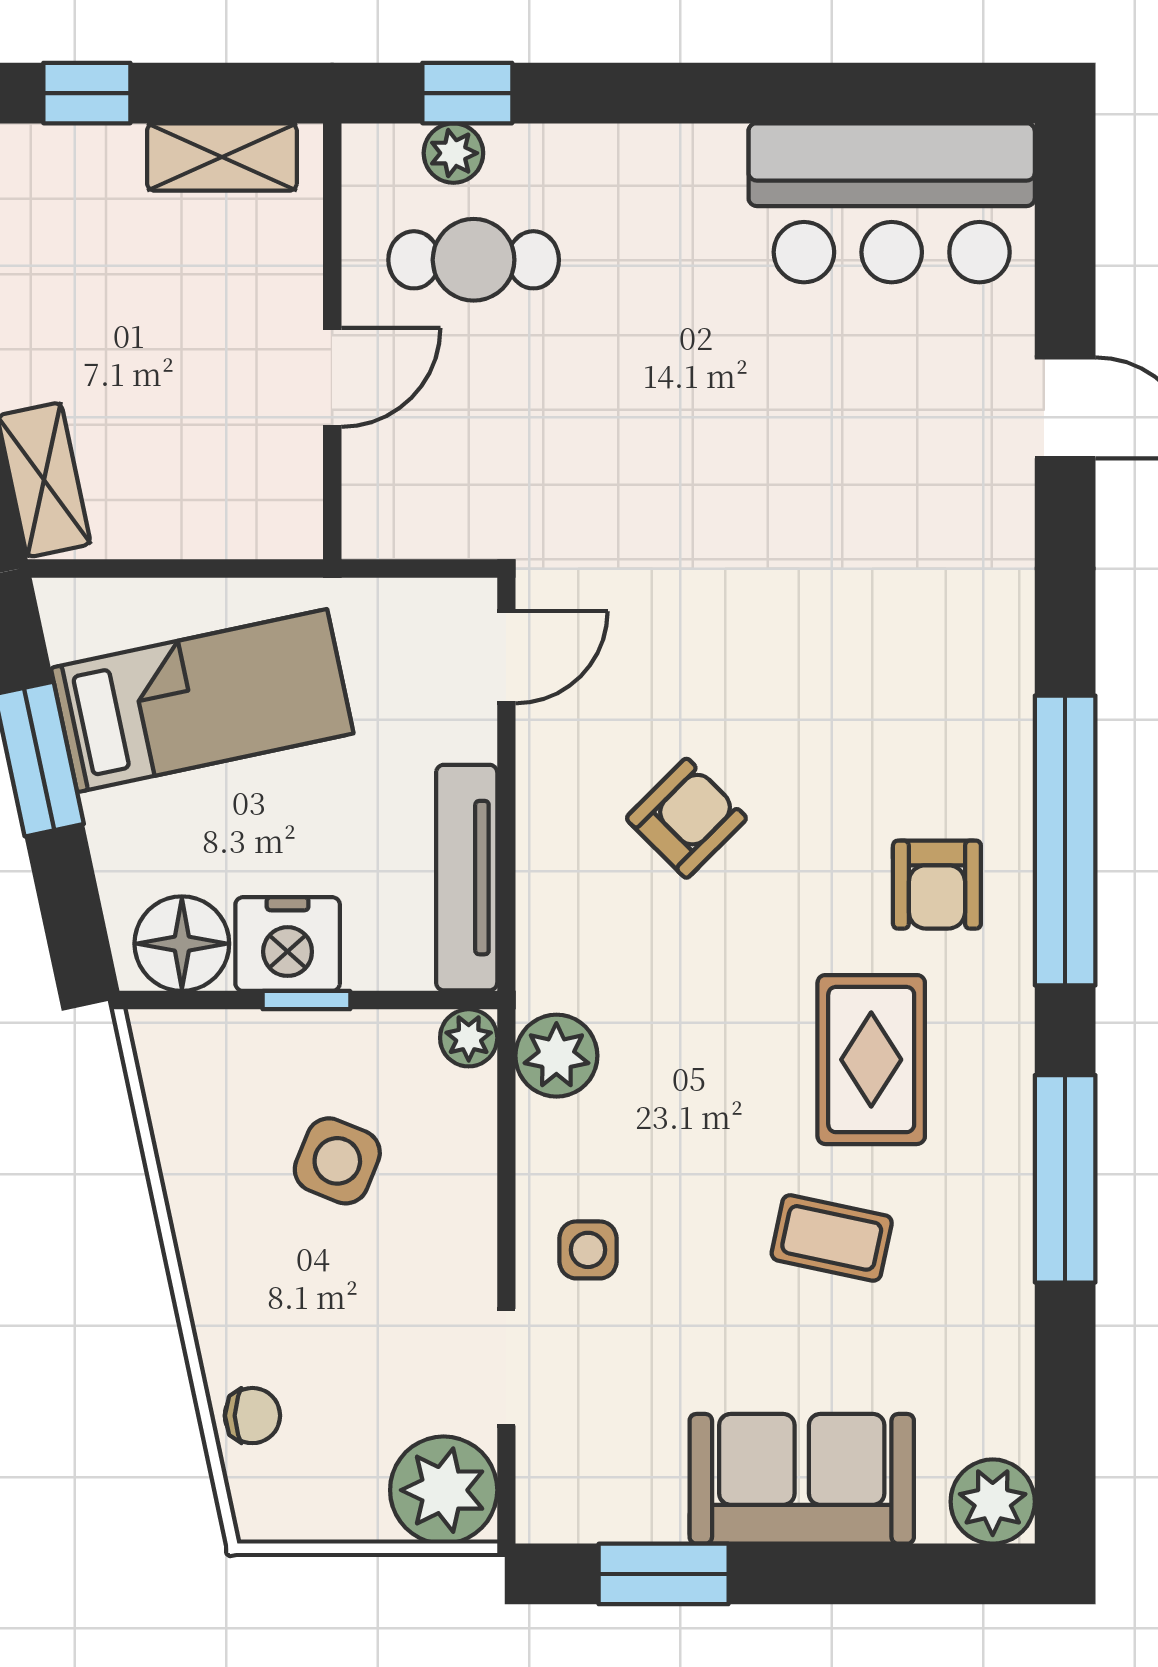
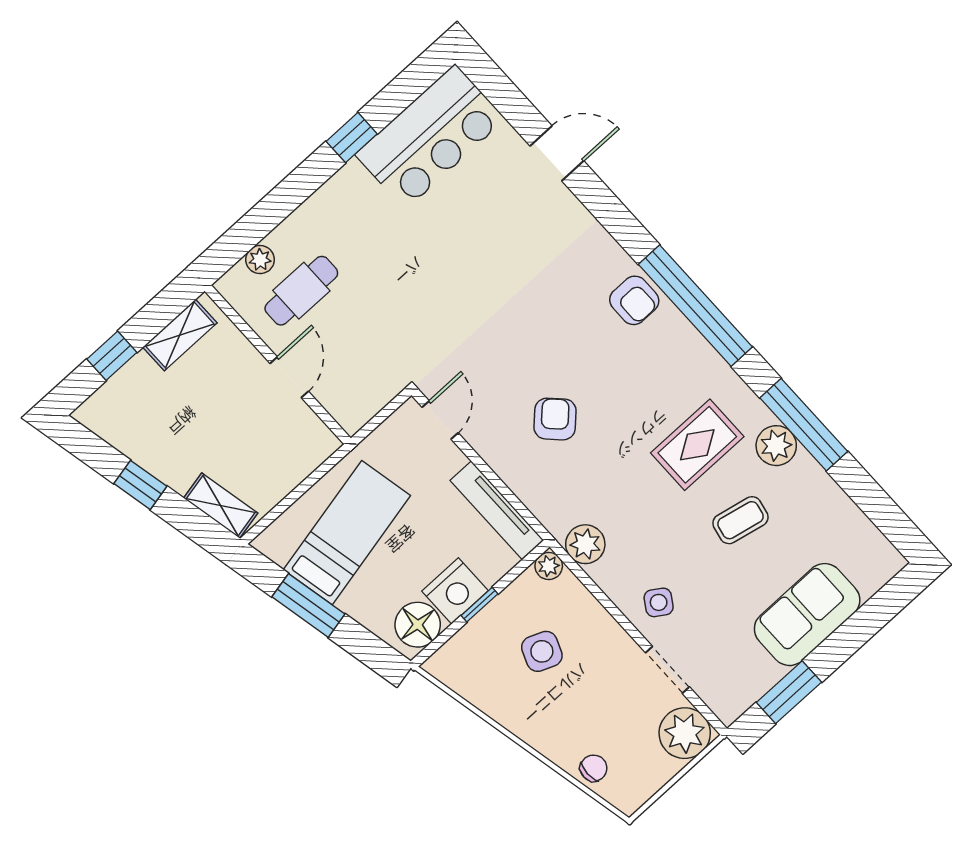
window: (467, 93) -> (352, 138), moved
armchair: (937, 885) -> (634, 300), moved
rug: (871, 1060) -> (697, 445), turned 90
side table: (588, 1250) -> (659, 602), turned 33
plant: (993, 1502) -> (776, 446), moved

